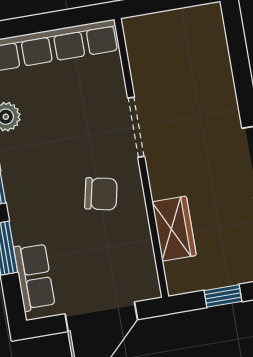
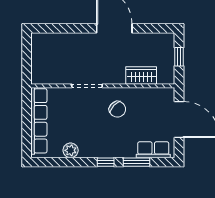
chair: (101, 194) -> (117, 109), turned 121

